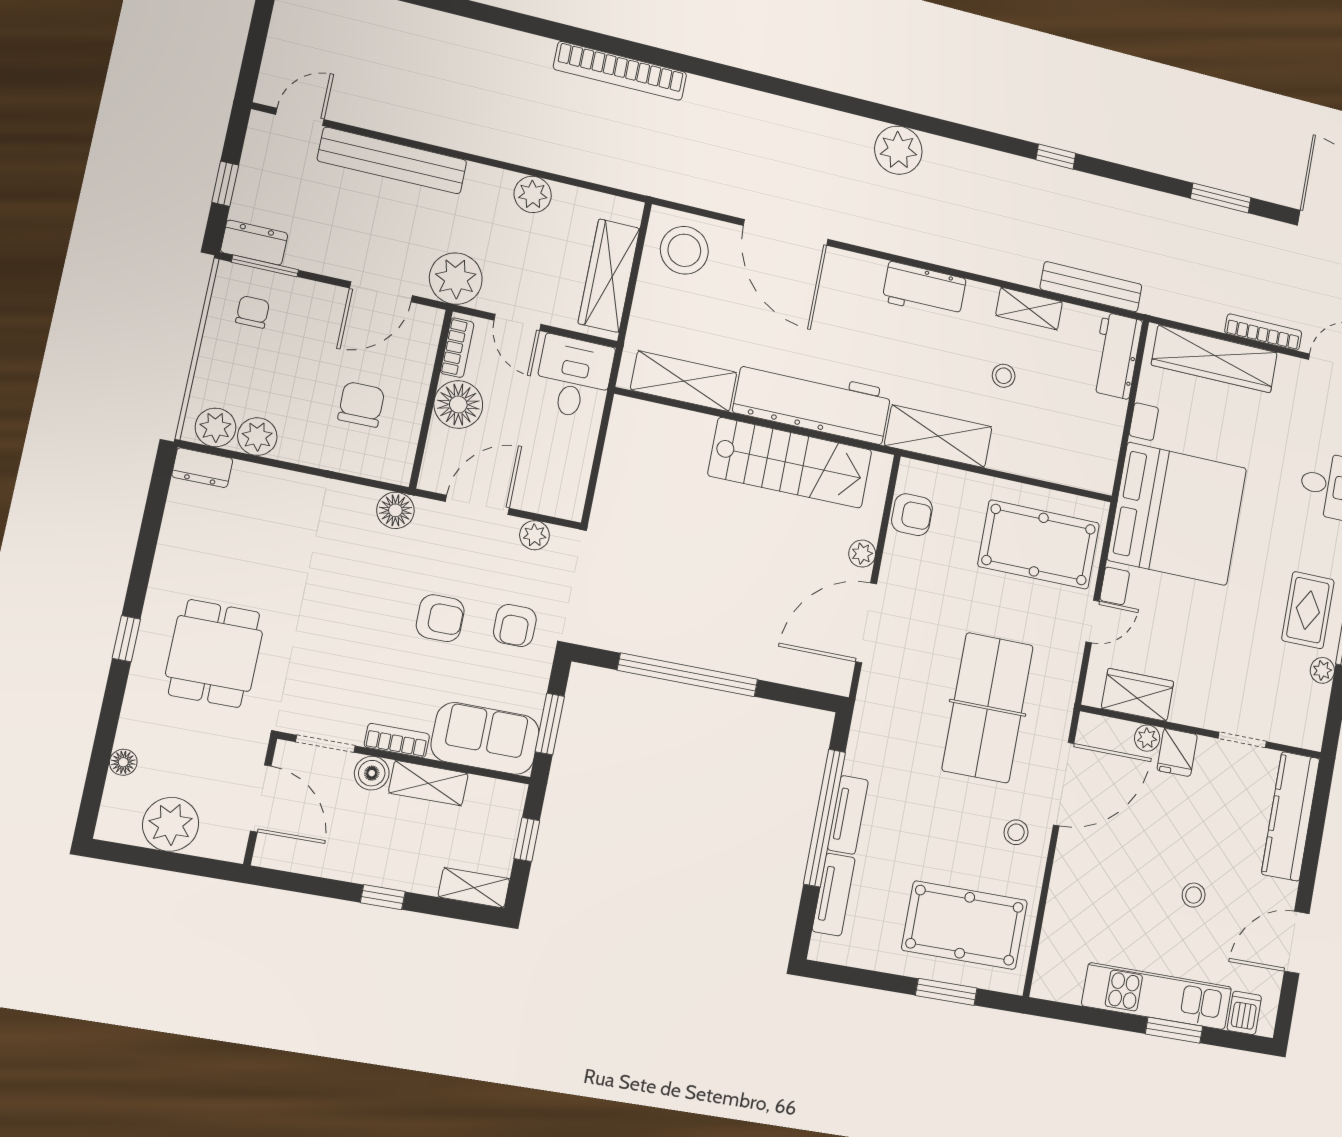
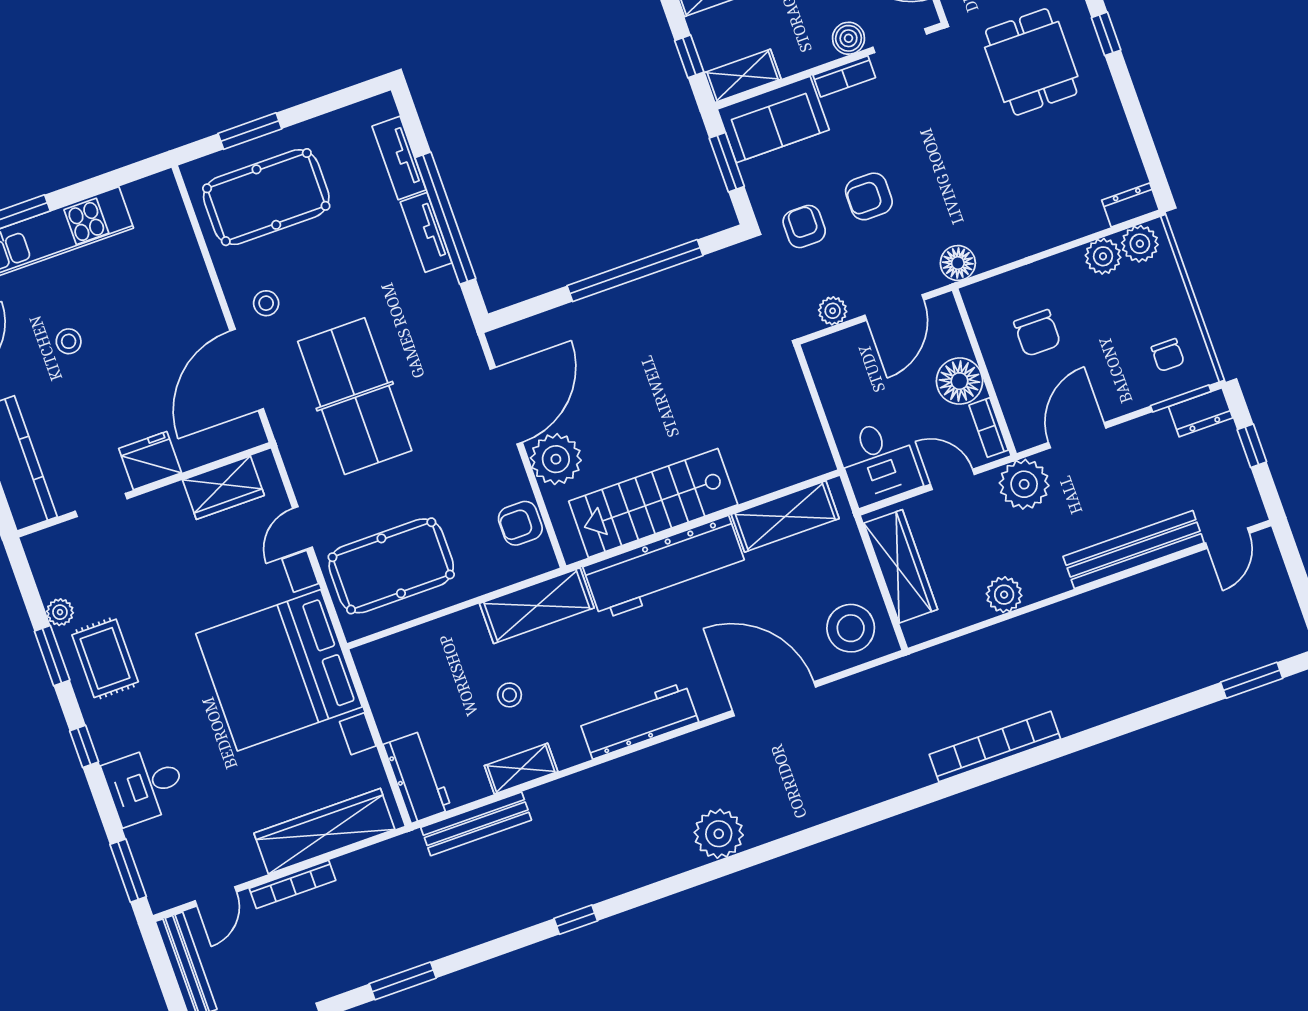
workbench: (924, 290) -> (639, 721), width x1.38
plant: (862, 554) -> (556, 459), width x1.88, depth x1.88
plant: (1147, 738) -> (192, 455), removed
fridge: (1177, 752) -> (150, 461), width x1.38
shelving: (428, 783) -> (743, 76), moved

